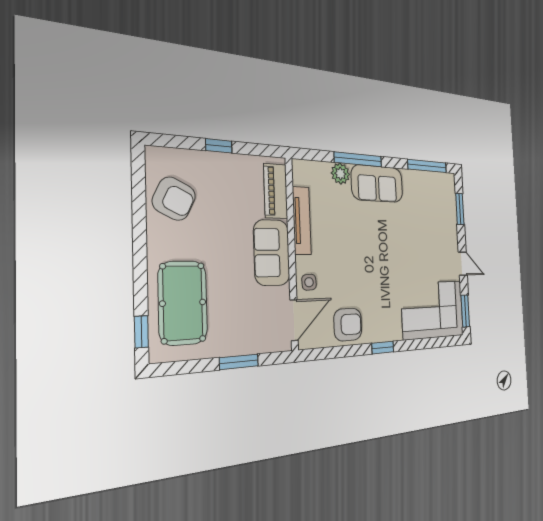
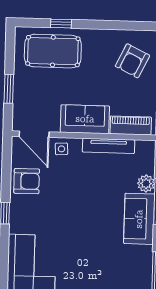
armchair: (174, 199) -> (132, 61), moved
armchair: (348, 325) -> (27, 181), turned -90
window: (141, 332) -> (61, 24), moved

